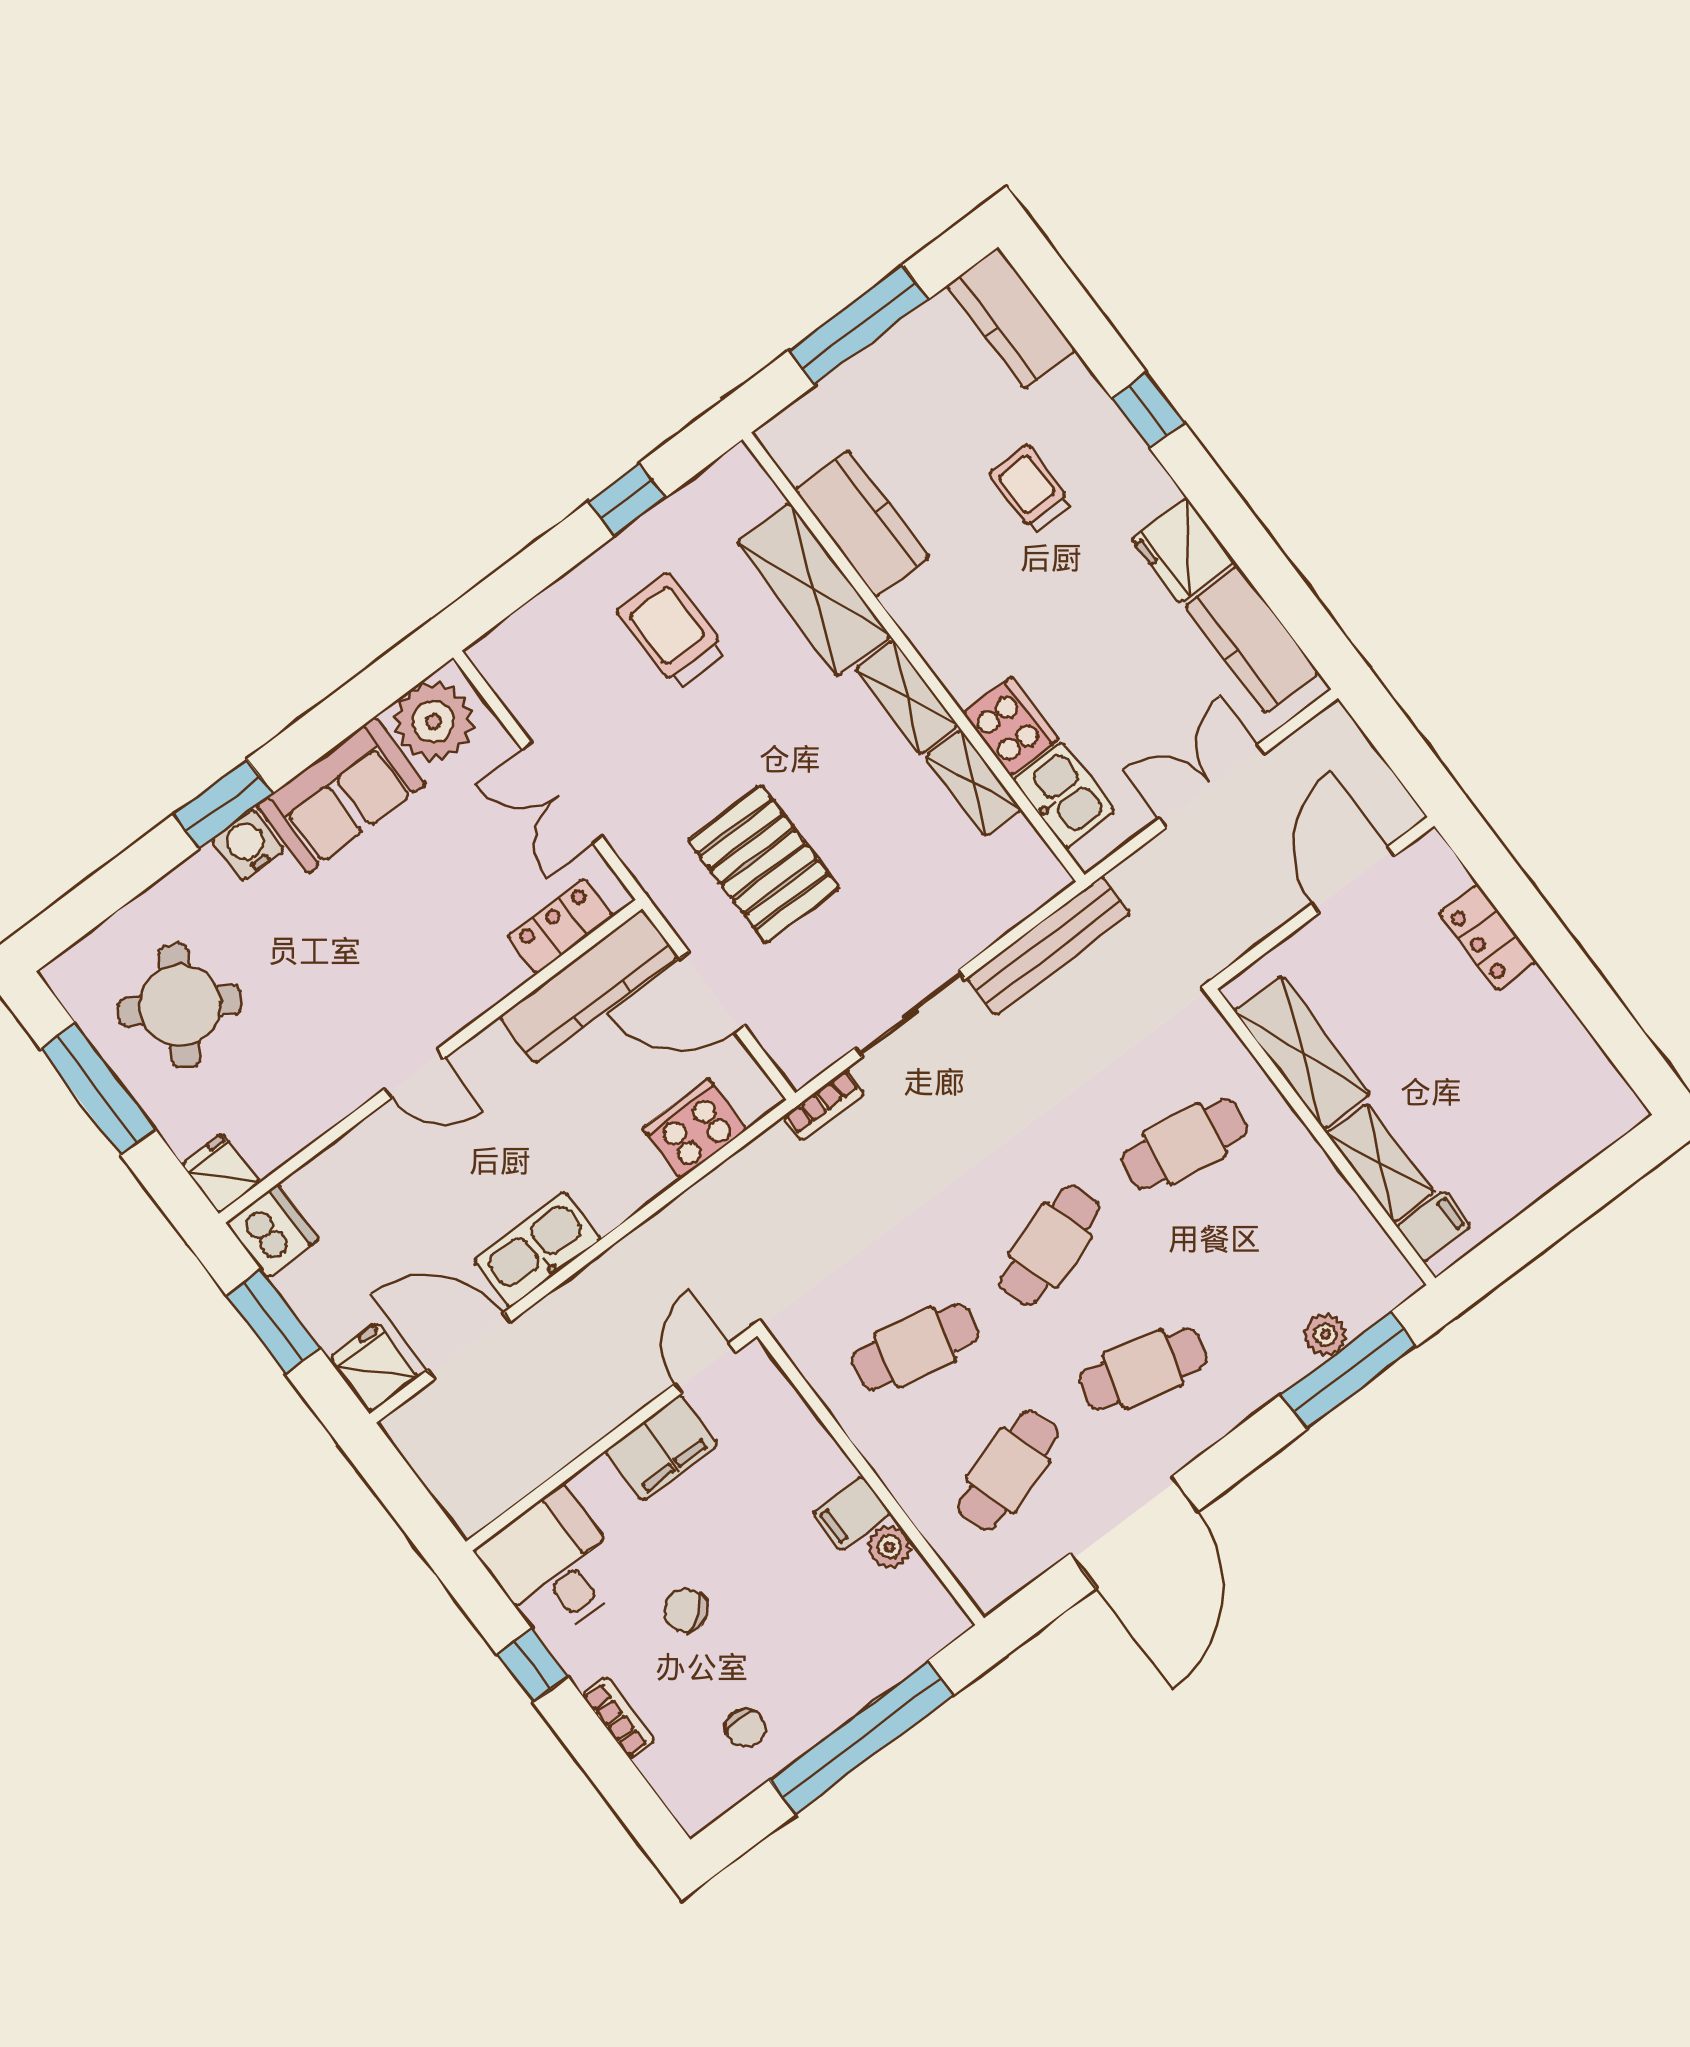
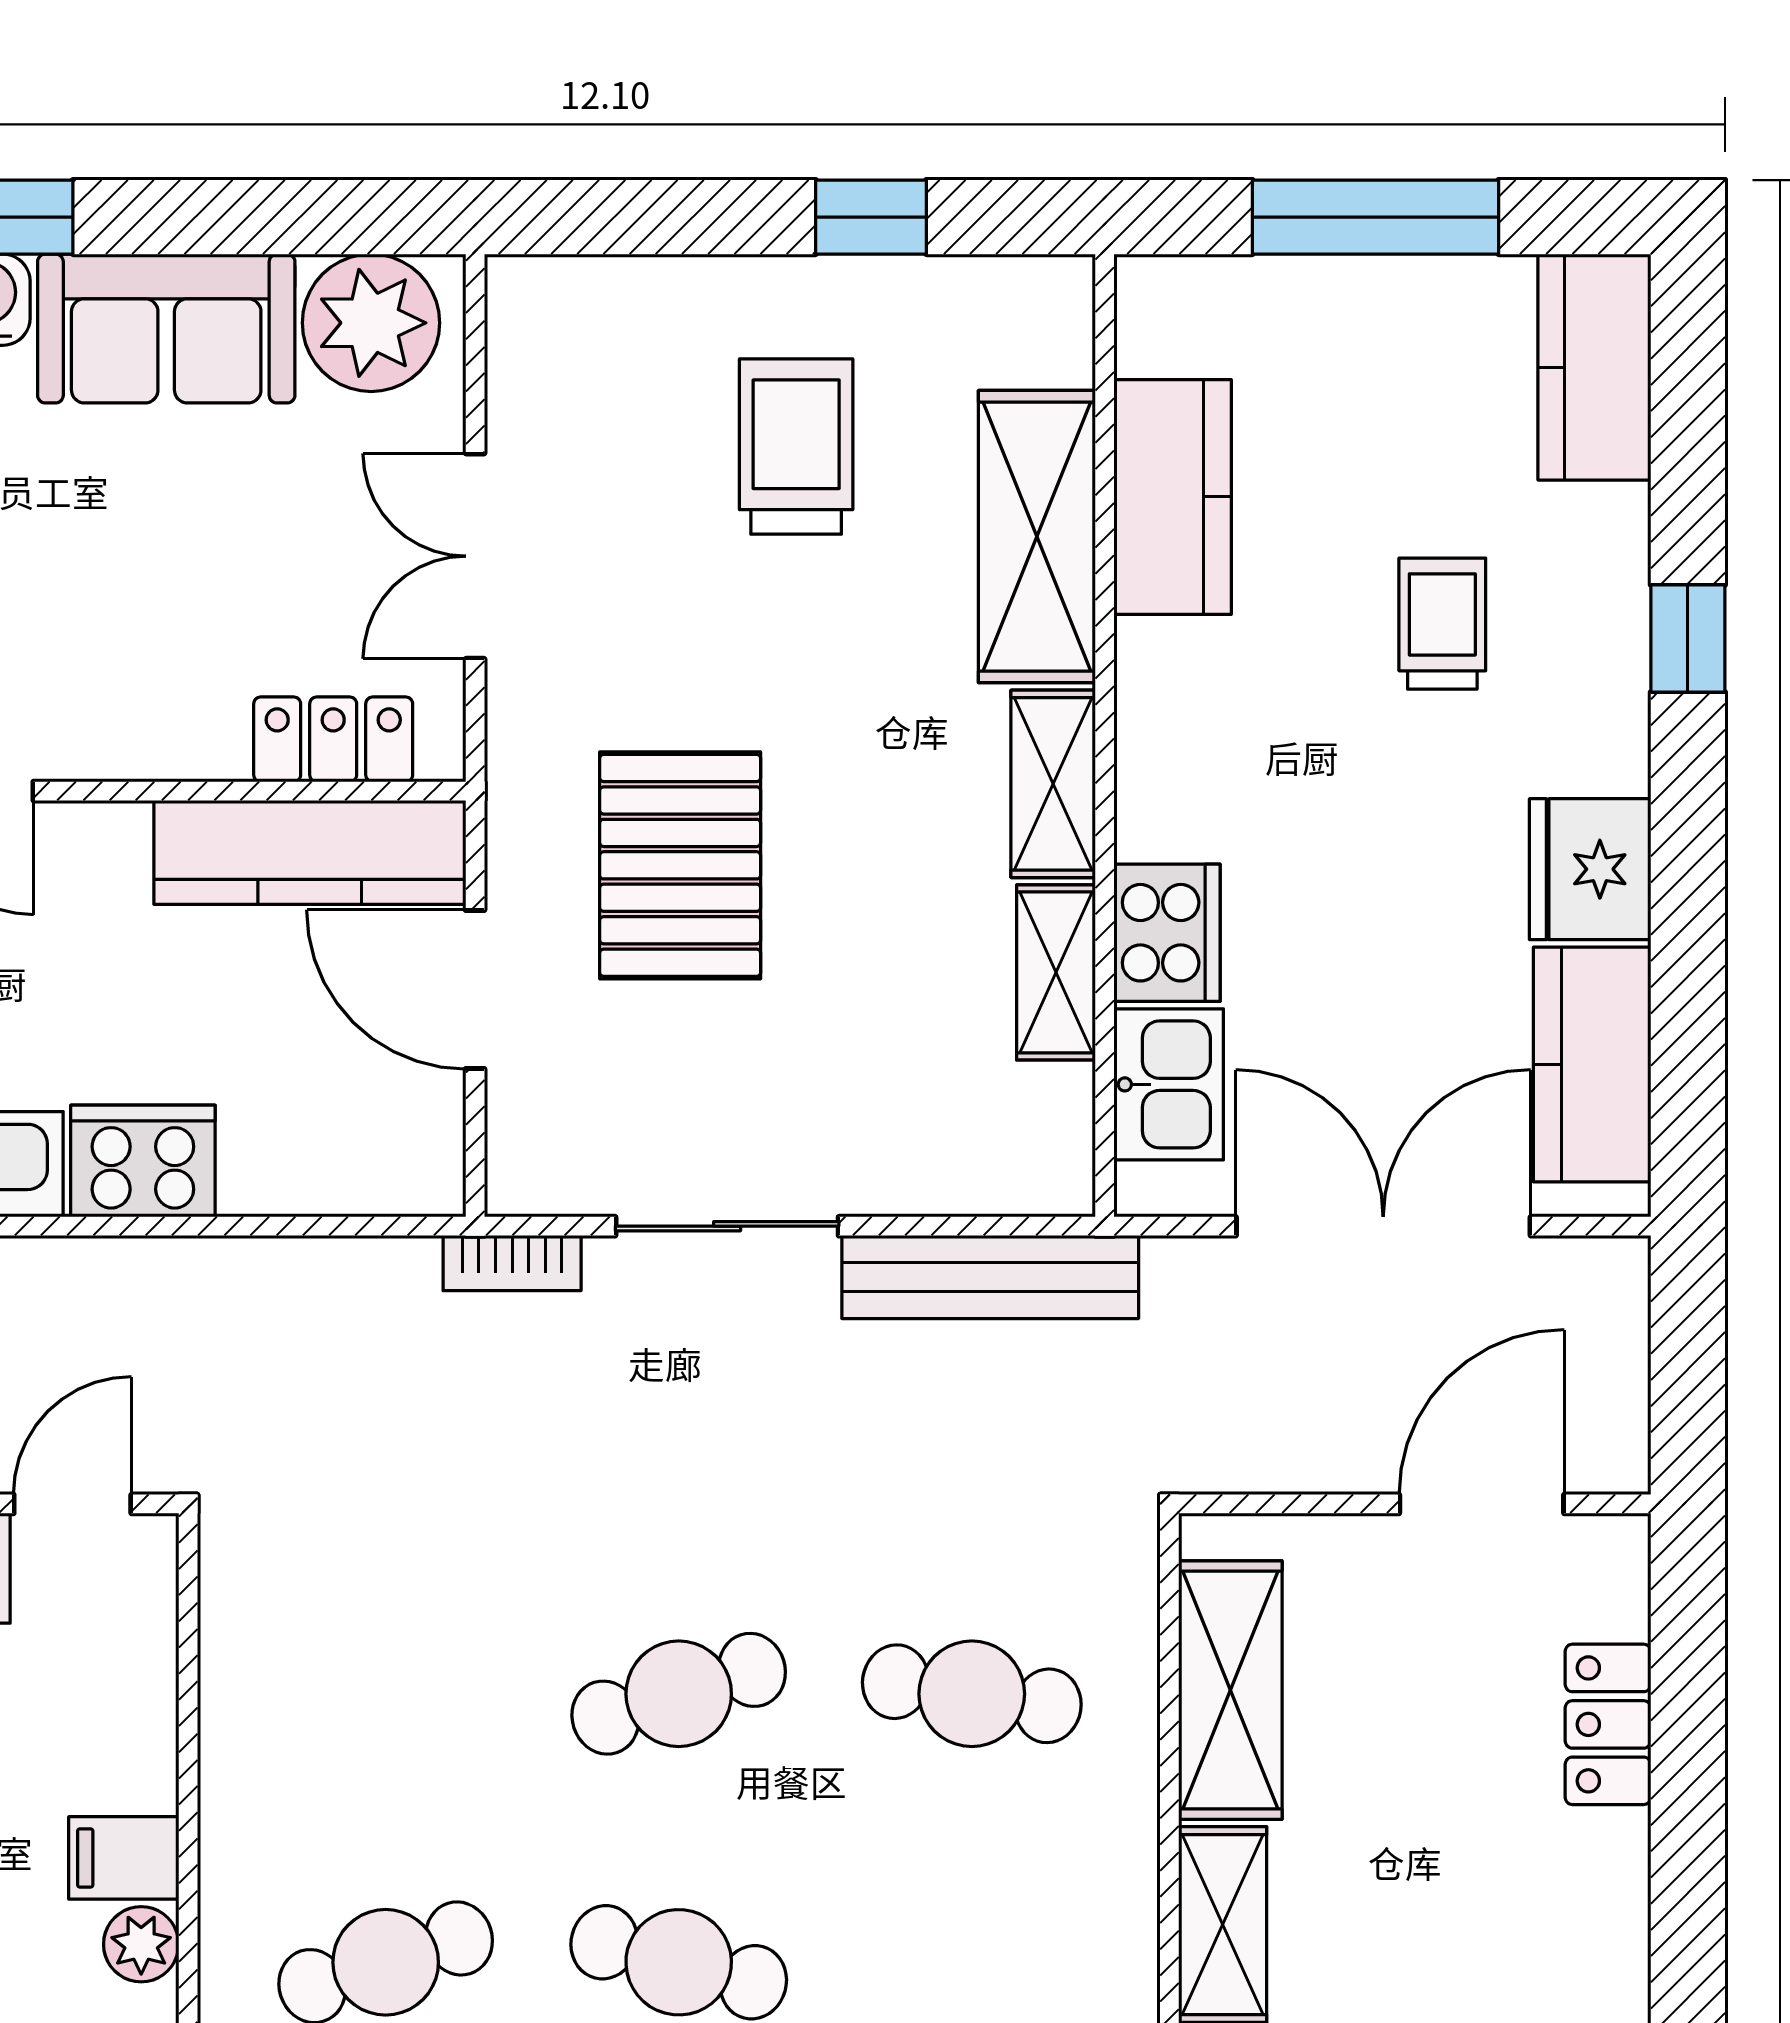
double door: (1212, 786) -> (1383, 1226), width x1.37
cooker: (695, 1129) -> (143, 1161), moved
cafe table: (915, 1347) -> (386, 1694), removed

